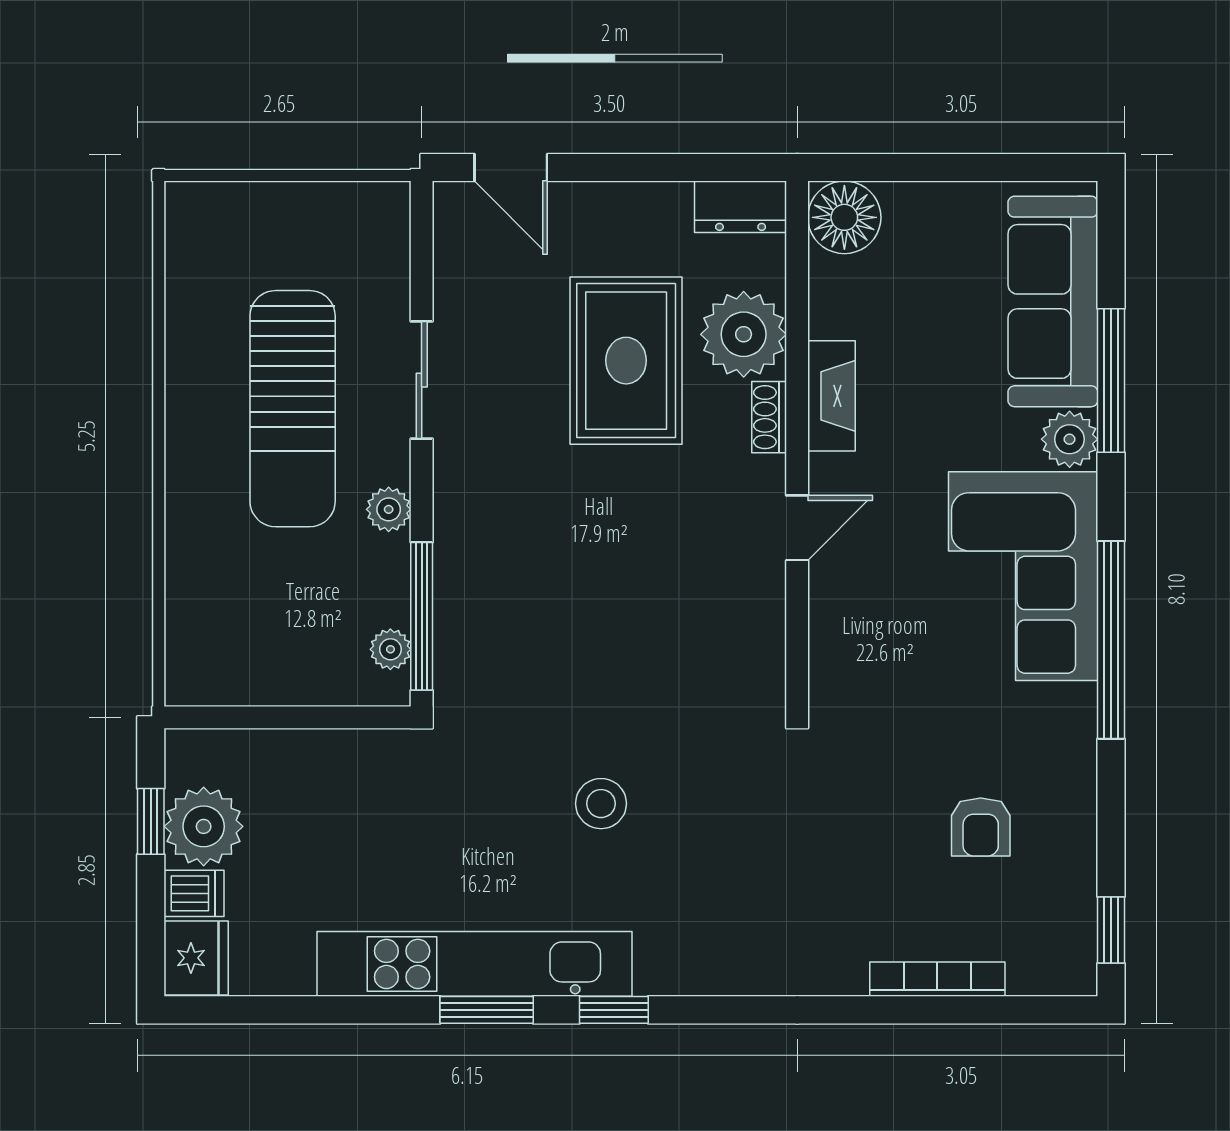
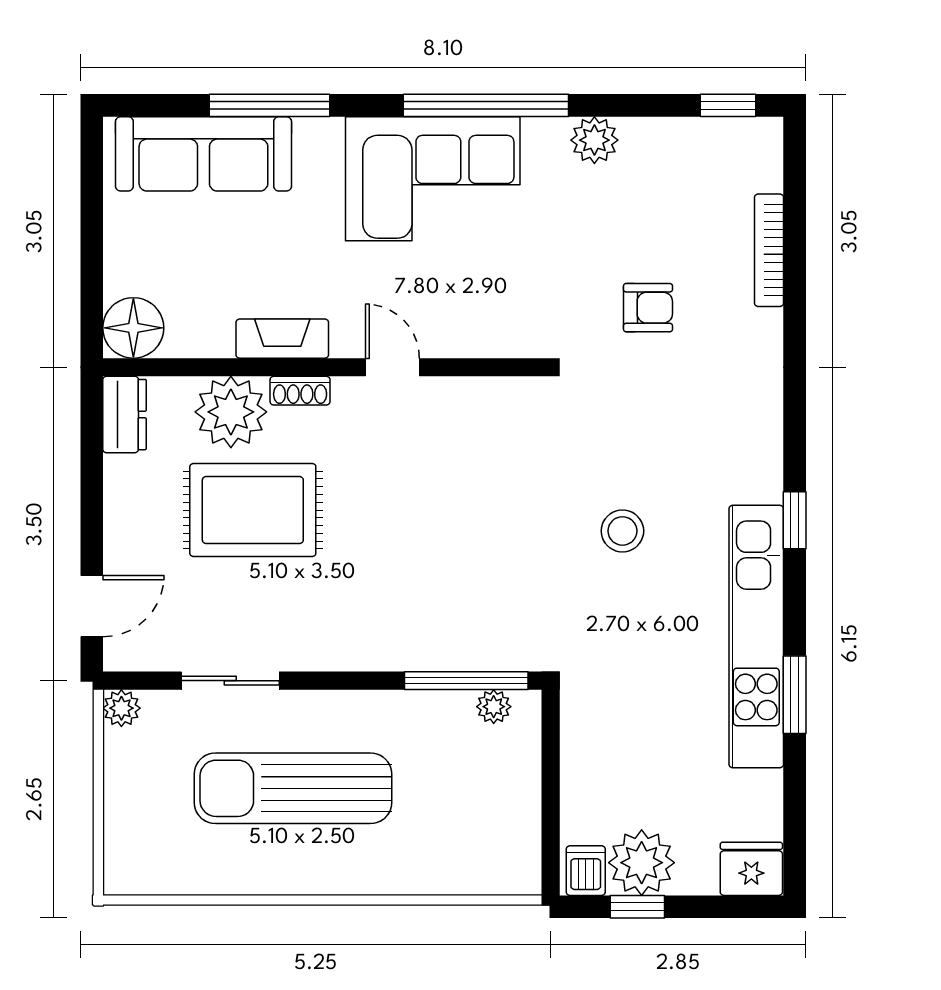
sliding door: (422, 380) -> (230, 681), moved
sun lounger: (293, 409) -> (293, 788), turned 180
plant: (1070, 439) -> (594, 140), moved
plant: (389, 509) -> (121, 708), moved
armchair: (981, 827) -> (648, 308), moved
dishwasher: (194, 893) -> (586, 871), moved
window: (487, 1010) -> (795, 695), moved

